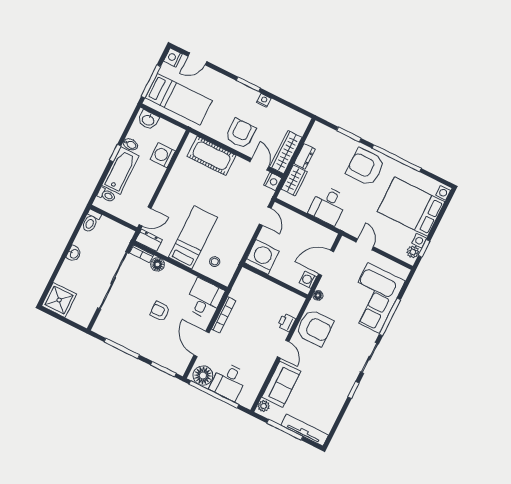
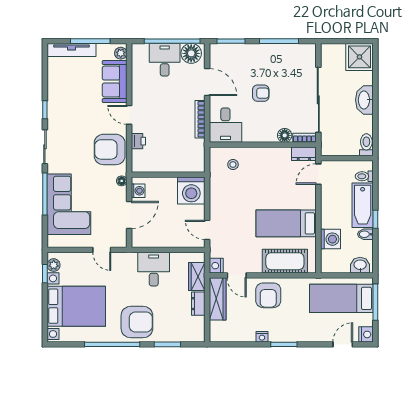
bed: (193, 237) -> (286, 223), moved, turned 90
washbasin: (74, 254) -> (364, 100), width x1.91, depth x1.45

